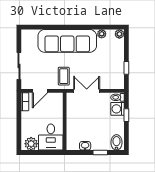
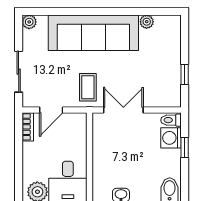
plant: (119, 34) -> (29, 22), moved

